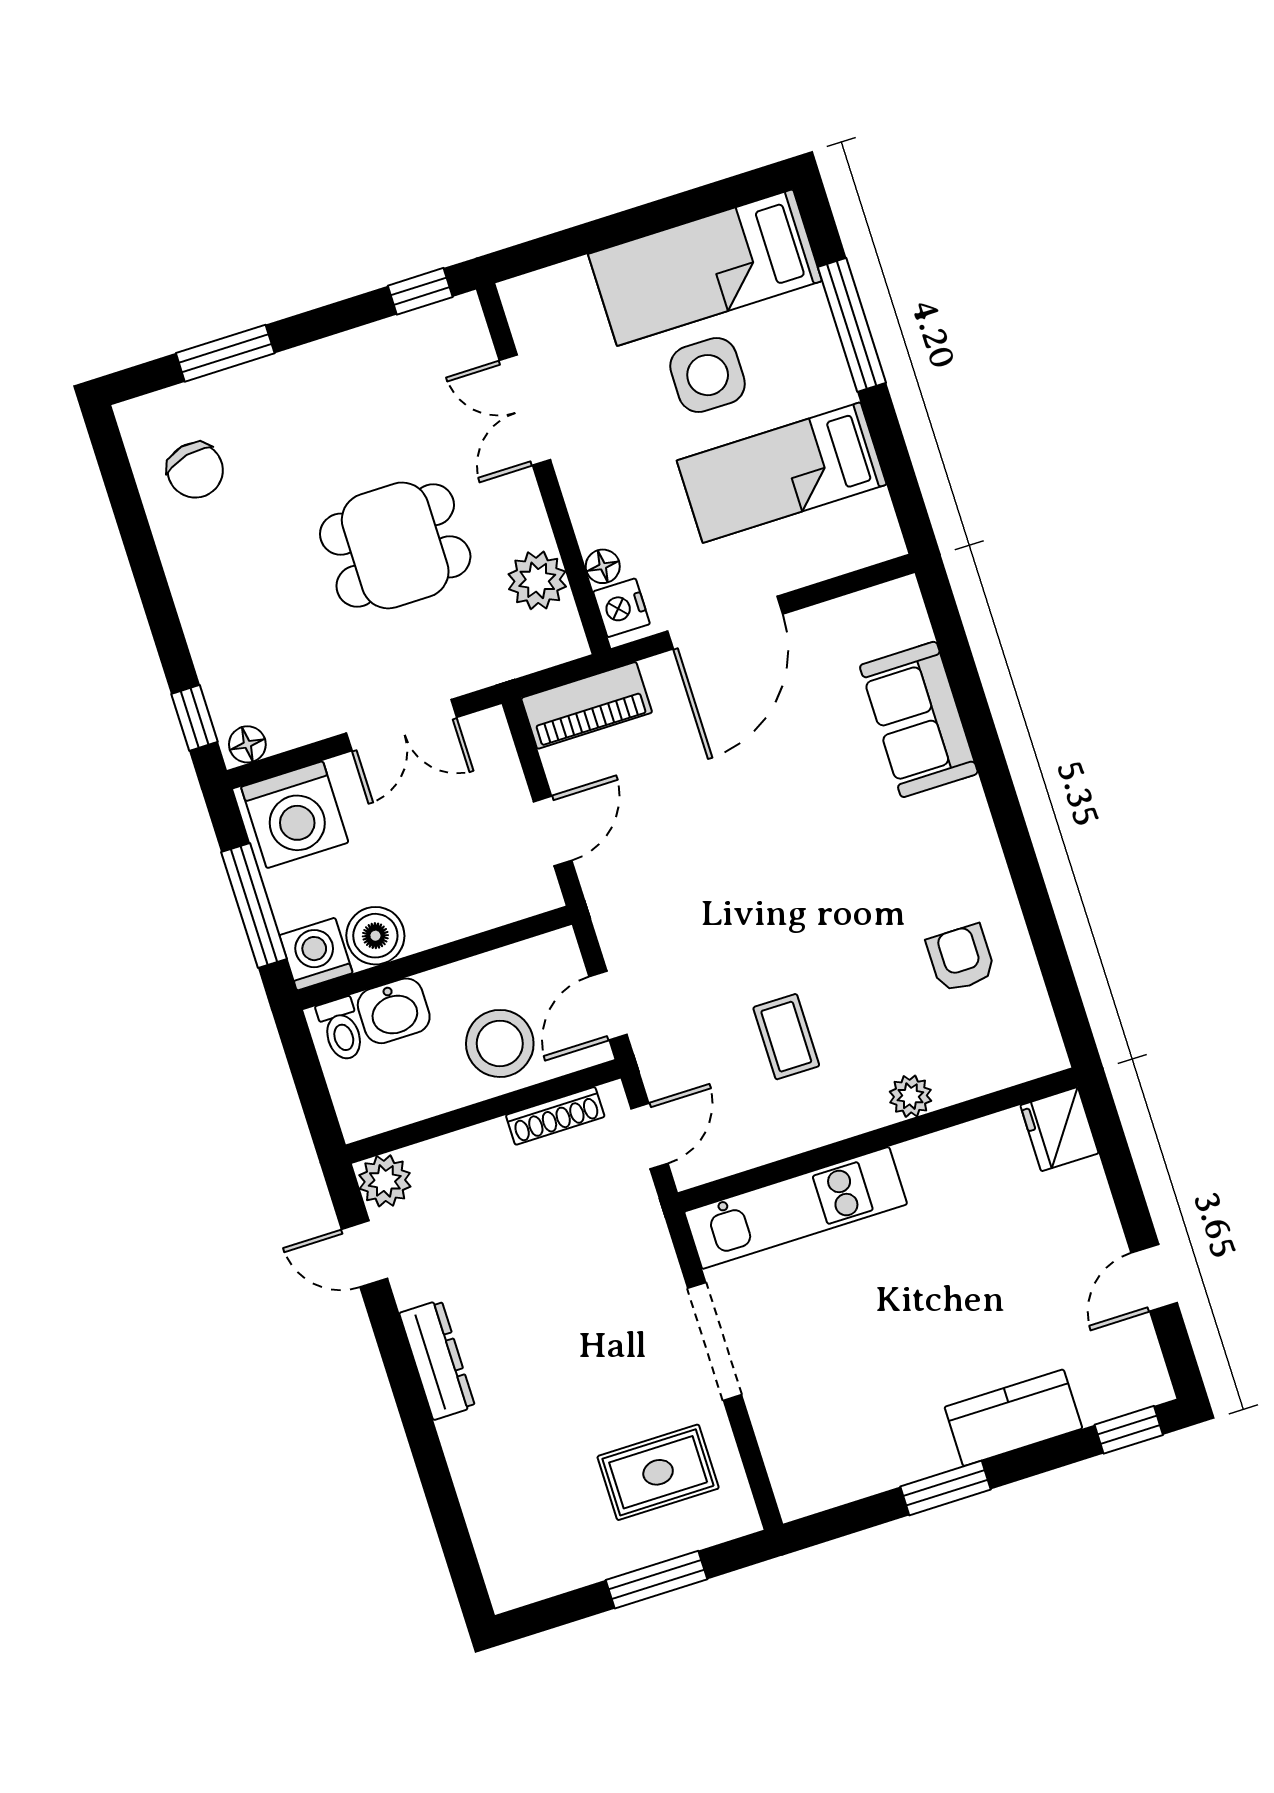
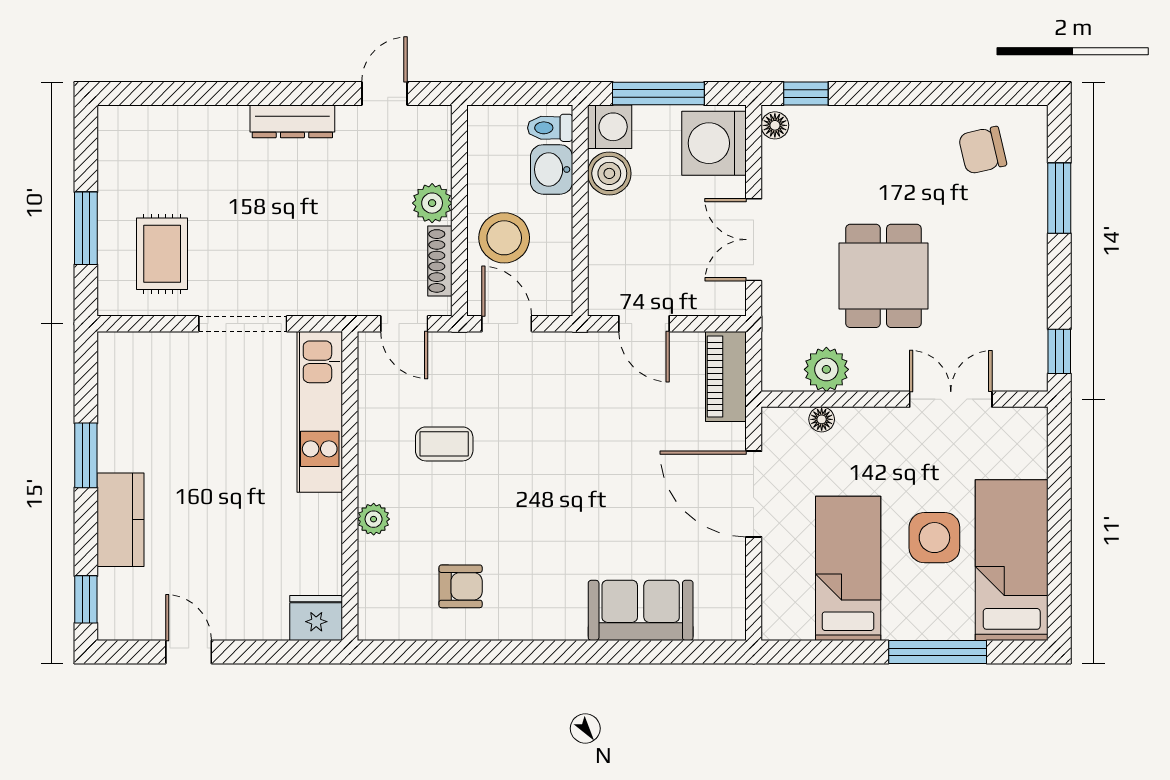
nightstand: (622, 608) -> (788, 423), removed
plant: (385, 1181) -> (432, 203), moved

